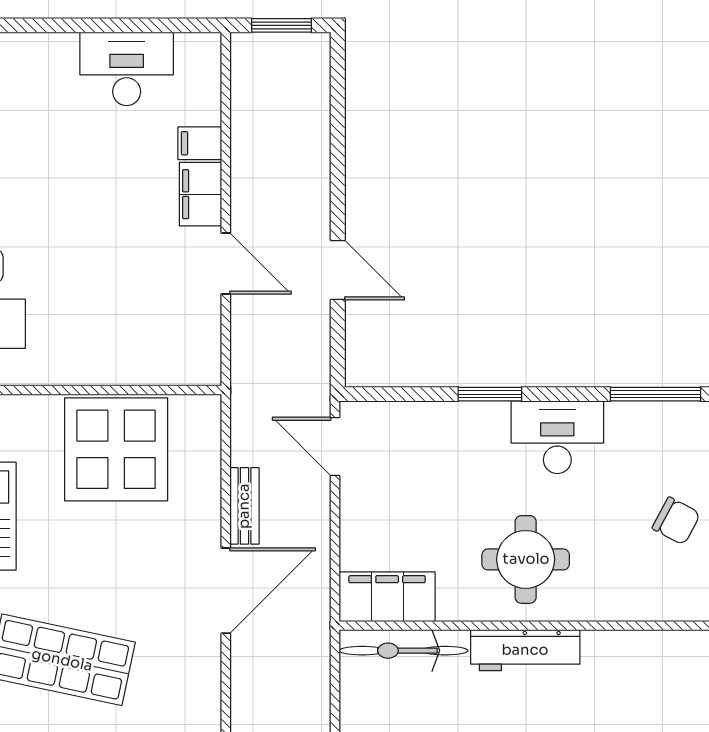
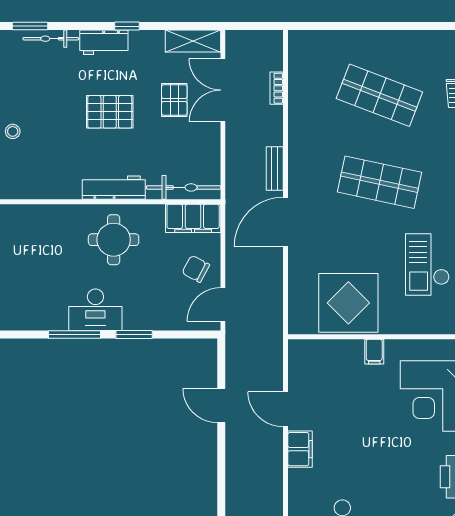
filing cabinet: (200, 143) -> (374, 352), moved, turned 90
window: (655, 394) -> (74, 334), moved
door: (335, 446) -> (223, 304), swing flipped
bench: (244, 506) -> (275, 169), moved
chair: (676, 521) -> (196, 269), moved

